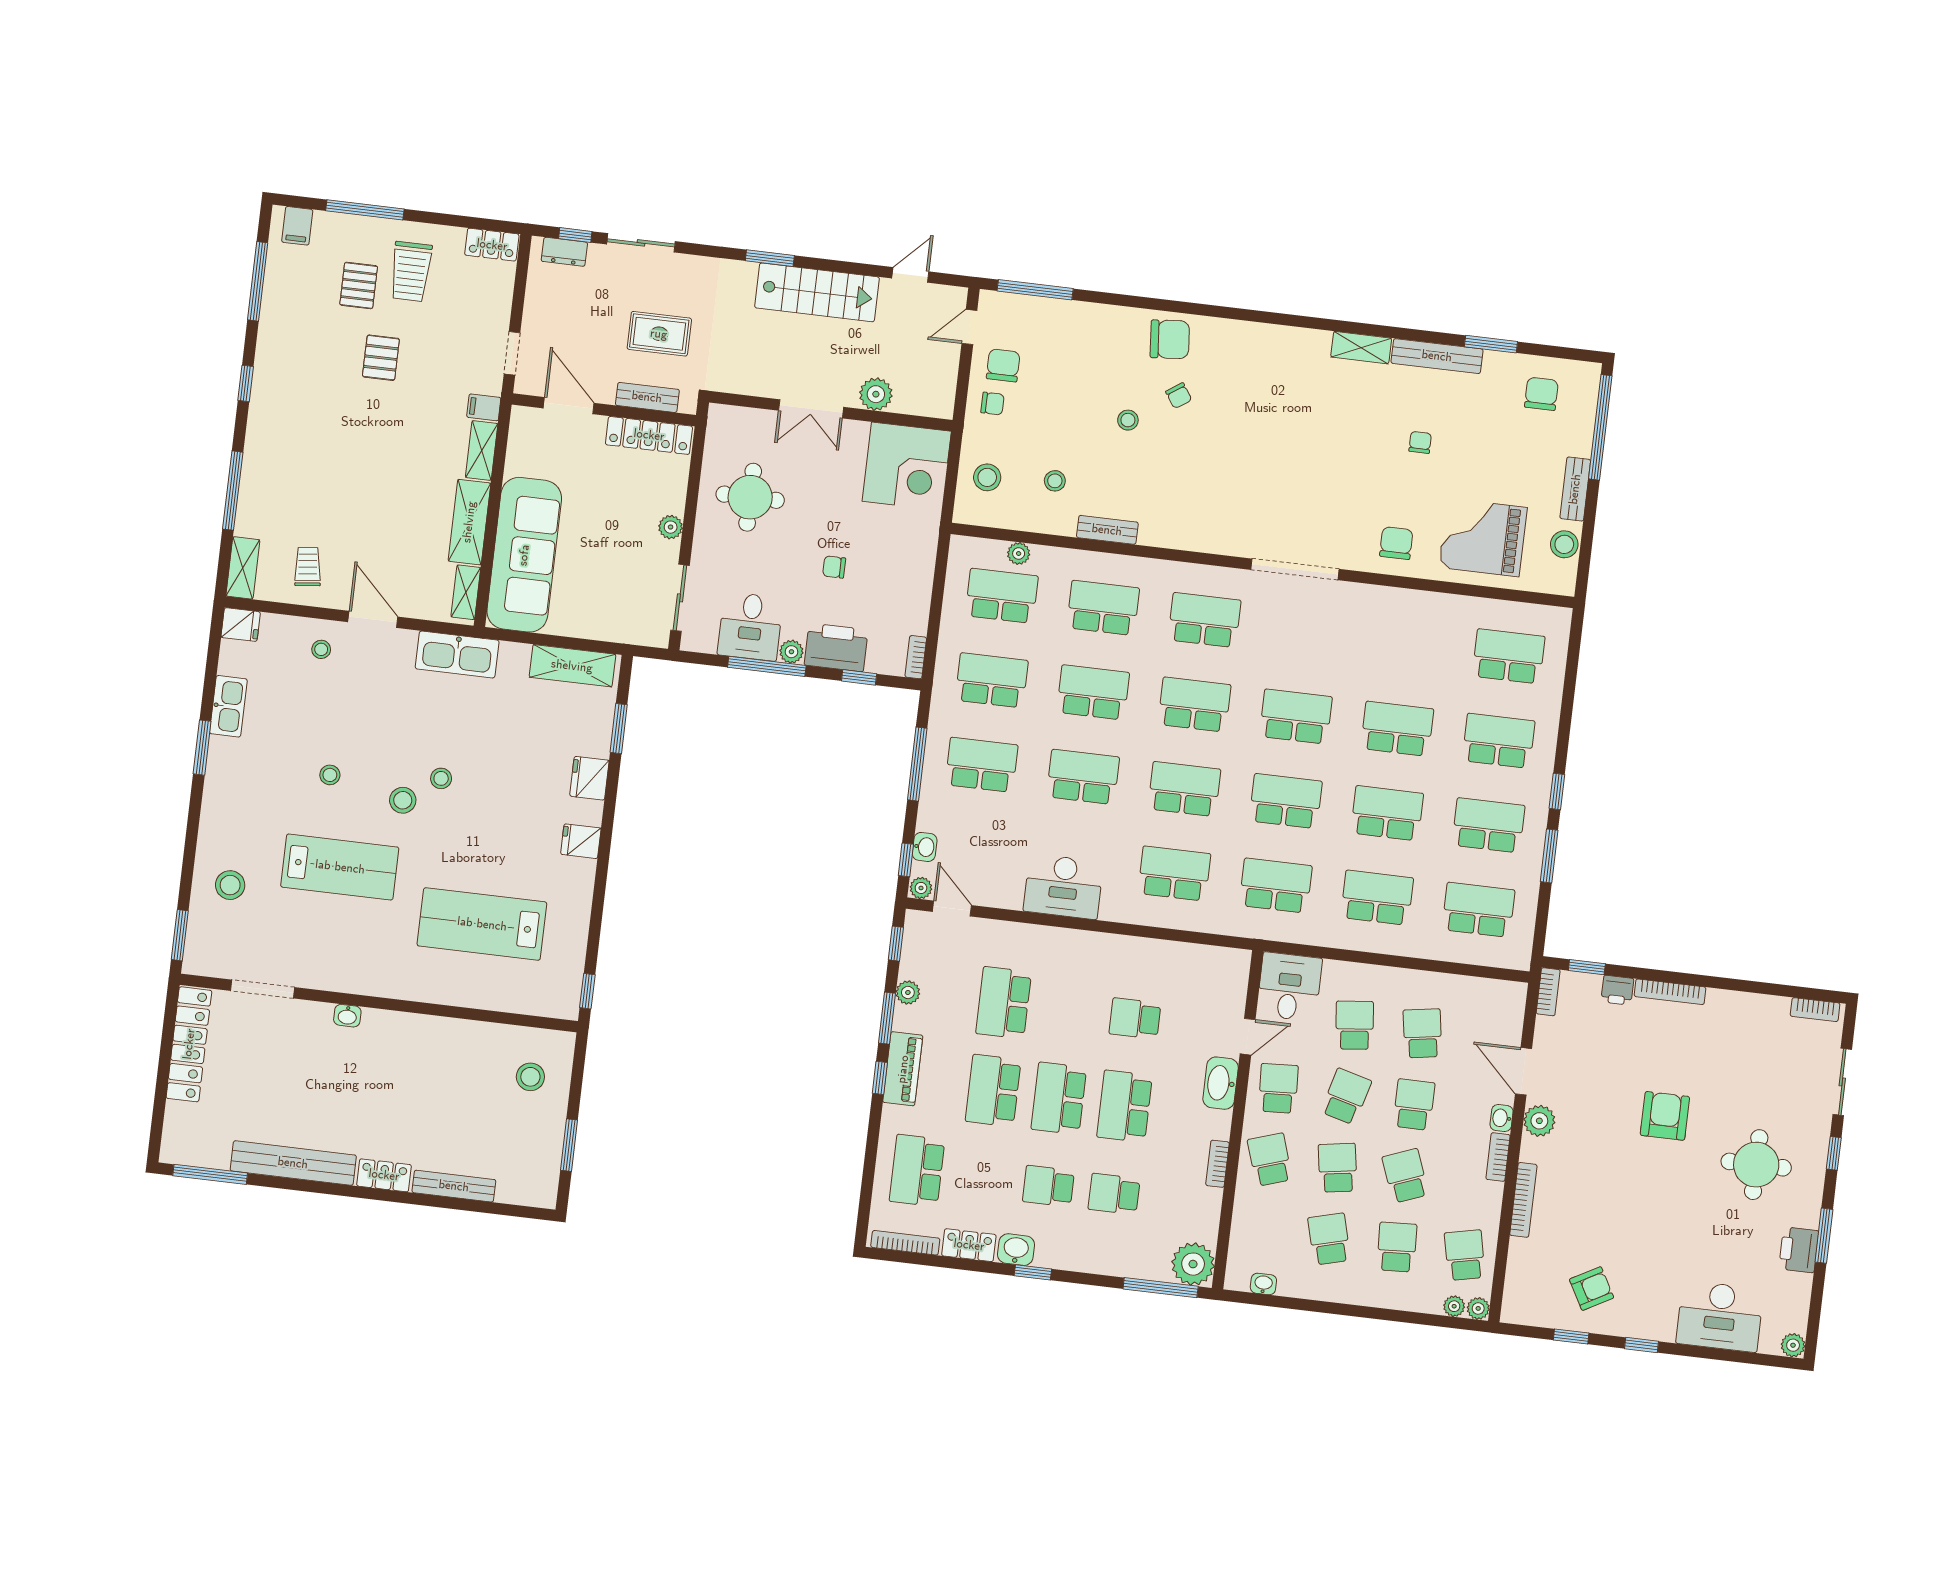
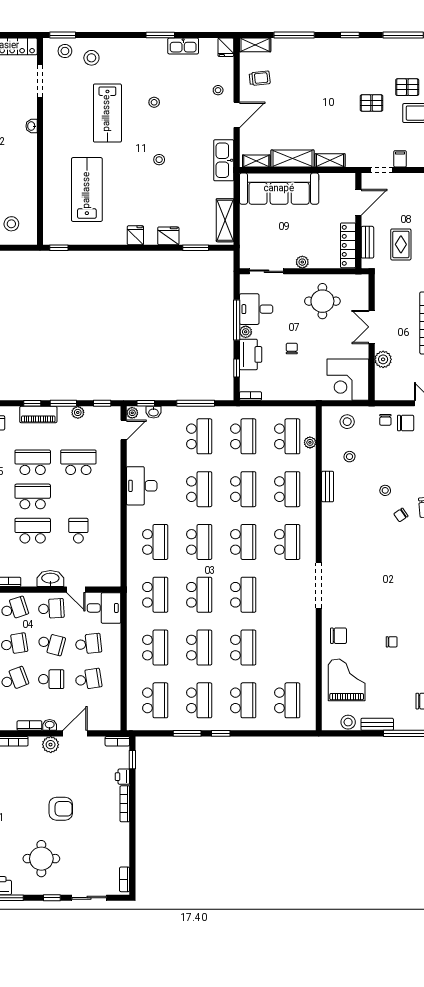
filing cabinet: (484, 407) -> (400, 159), moved
stool: (403, 800) -> (65, 51), moved

